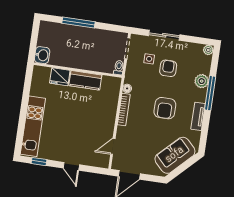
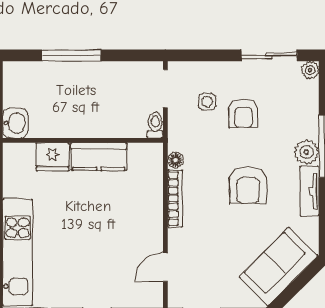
sliding door: (164, 35) -> (269, 55), moved
armchair: (168, 68) -> (243, 113), turned 180
plant: (202, 81) -> (306, 152), moved

